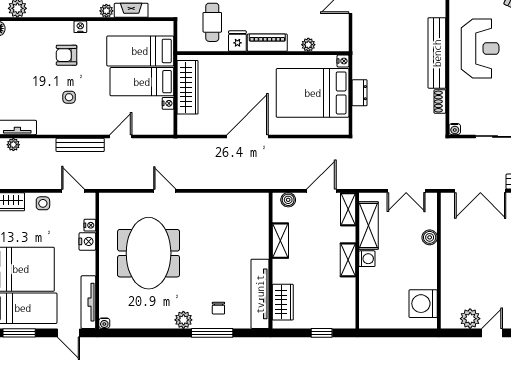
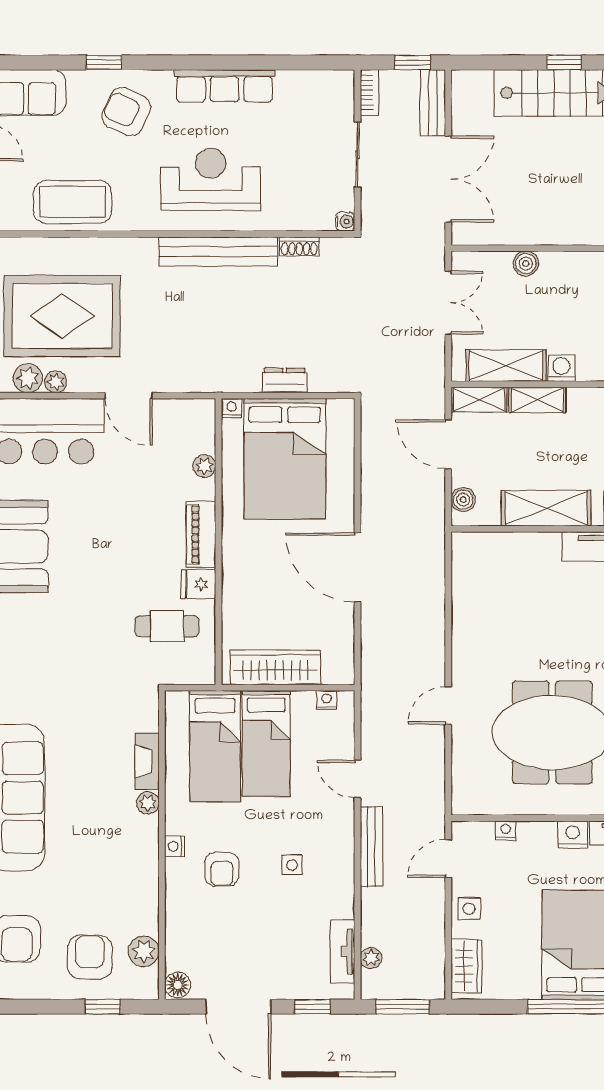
nightstand: (168, 103) -> (326, 700), moved
nightstand: (87, 241) -> (573, 835), moved
shelving: (280, 241) -> (546, 508), width x1.50, depth x1.33
shelving: (348, 260) -> (537, 400), moved

